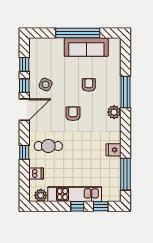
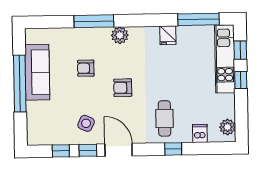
kitchen unit: (75, 194) -> (225, 59), moved

